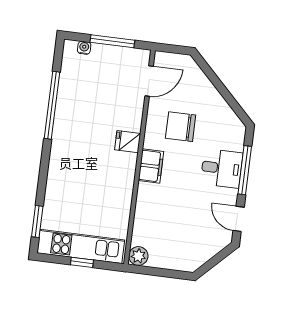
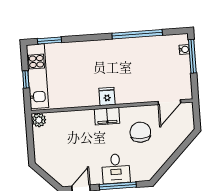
window: (112, 41) -> (192, 56), moved
door: (149, 81) -> (169, 102), hinge flipped
fridge: (128, 142) -> (107, 96), moved

